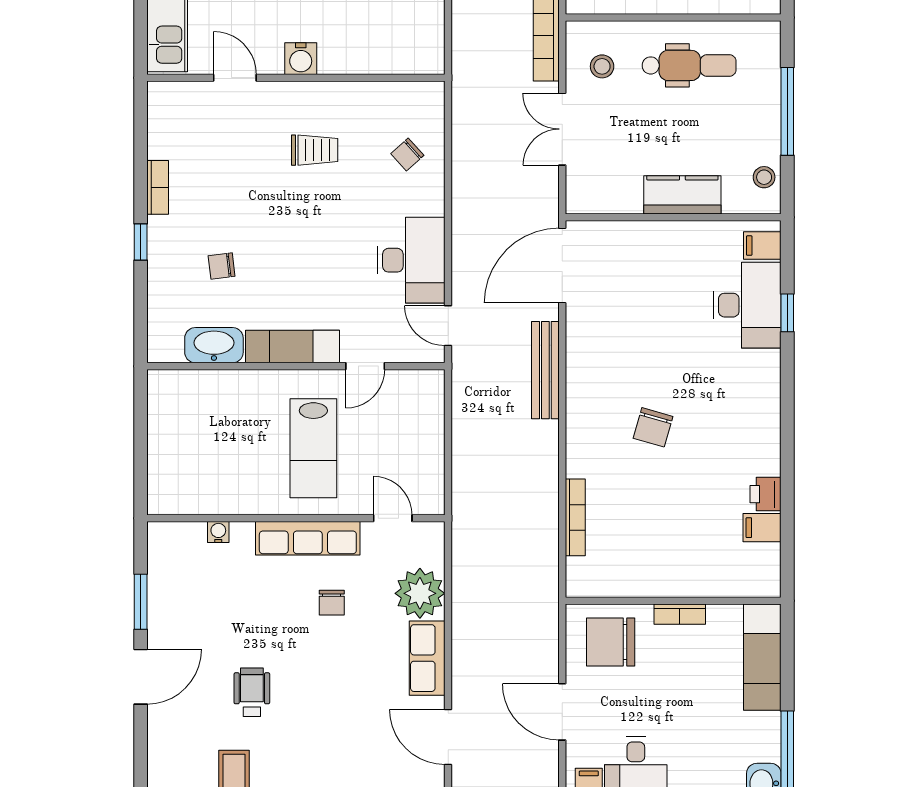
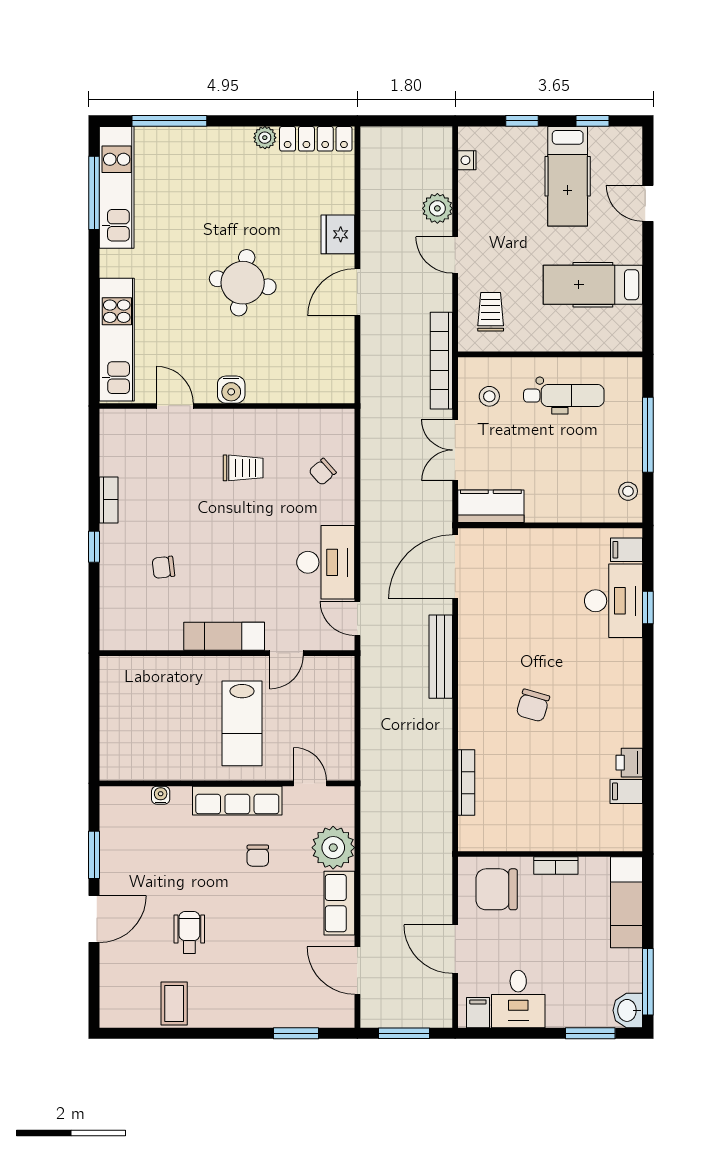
kitchen counter: (682, 195) -> (491, 506), moved
washbasin: (214, 345) -> (157, 635), removed

